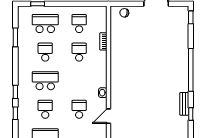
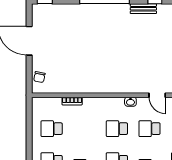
school desk: (79, 52) -> (117, 129), moved

